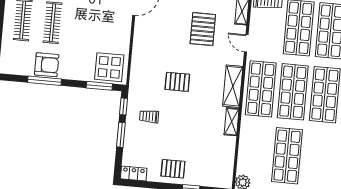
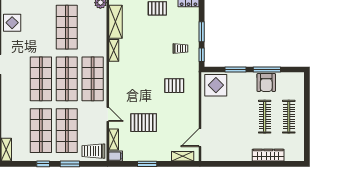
pallet: (203, 29) -> (144, 123), turned 90
armchair: (47, 65) -> (266, 83), turned -90
pallet: (177, 82) -> (174, 86), moved
window: (99, 86) -> (235, 69), moved
shelving: (233, 86) -> (115, 22), moved

